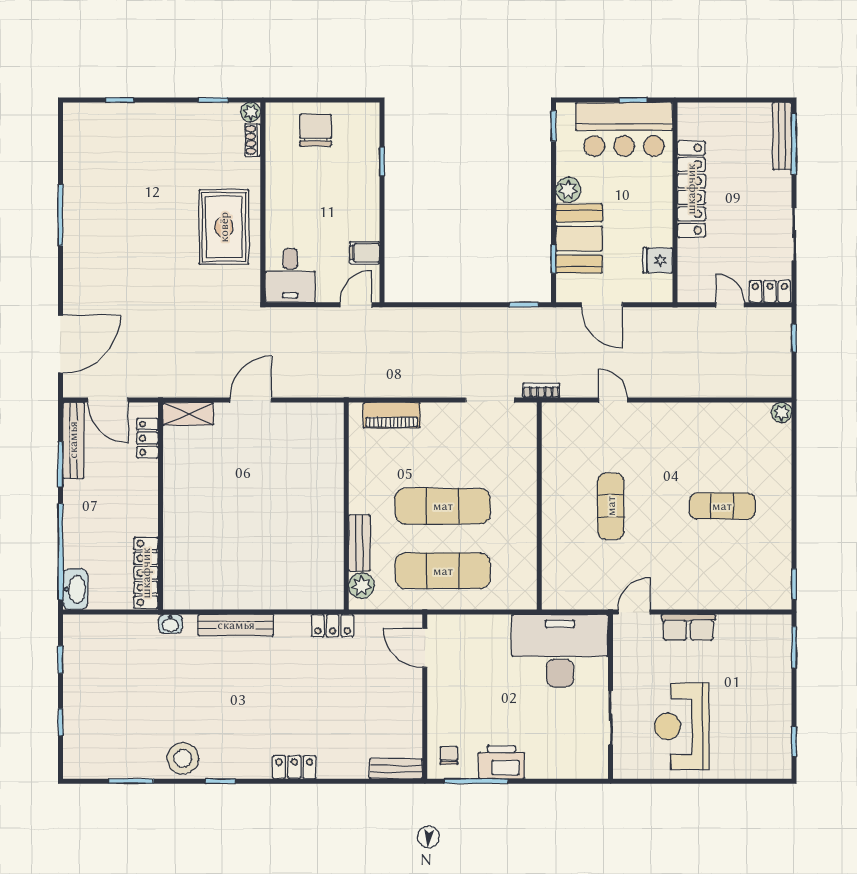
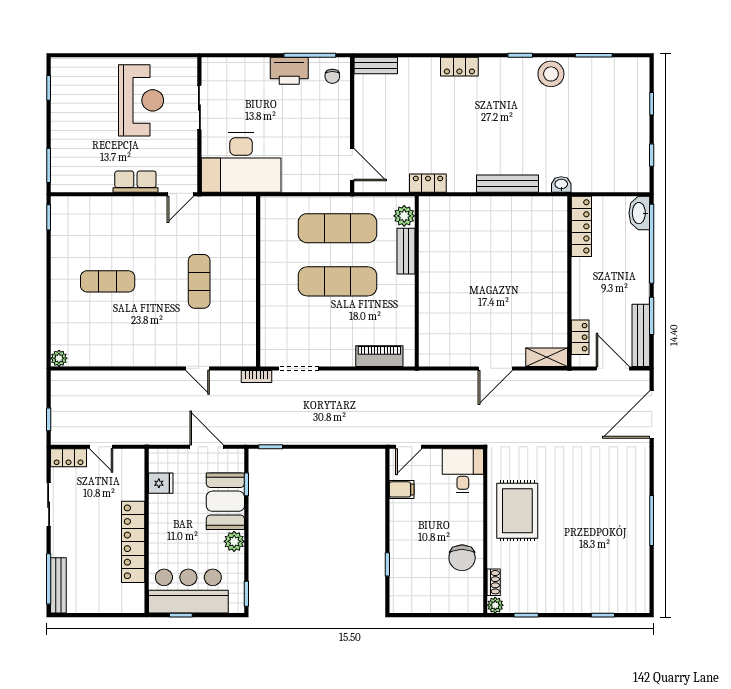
chair: (316, 130) -> (462, 558), moved

